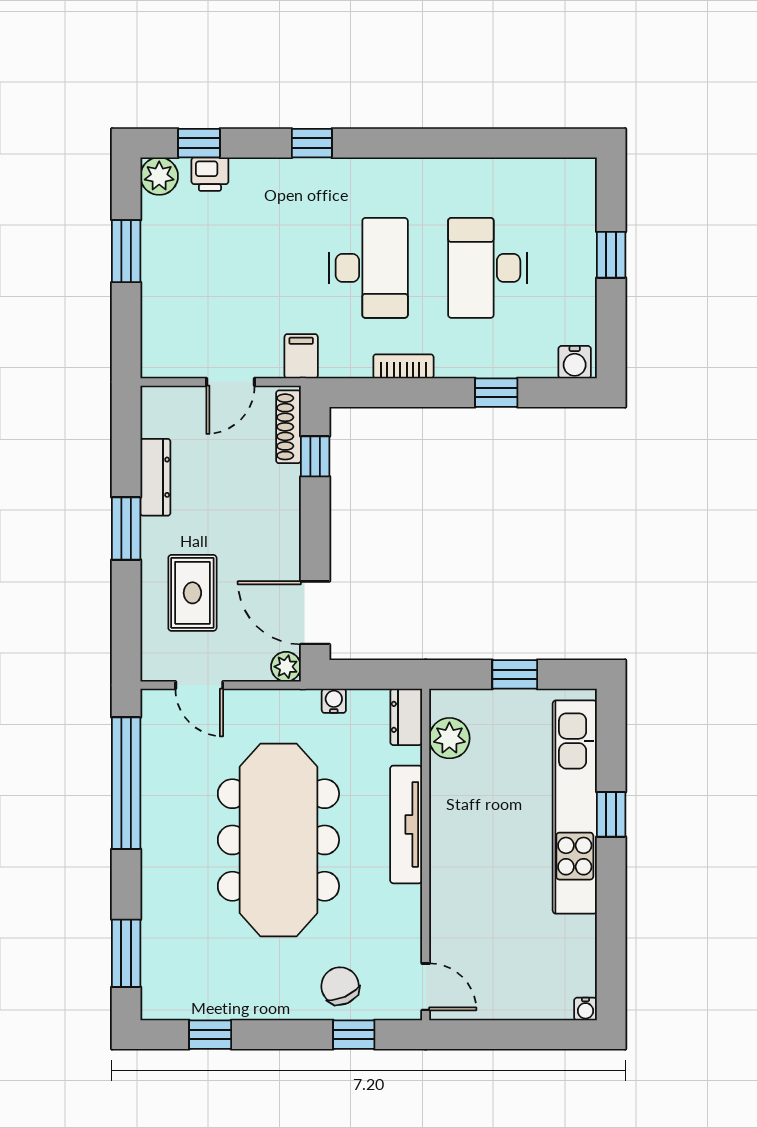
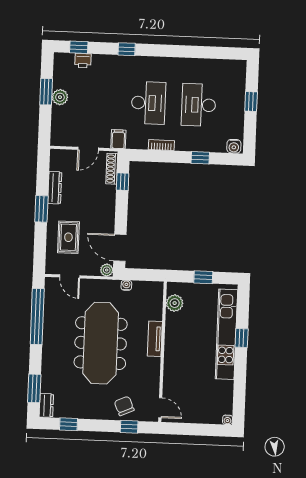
plant: (159, 176) -> (60, 97), moved
dresser: (406, 717) -> (46, 405), moved, turned 180
tv unit: (406, 824) -> (155, 339), width x0.71

